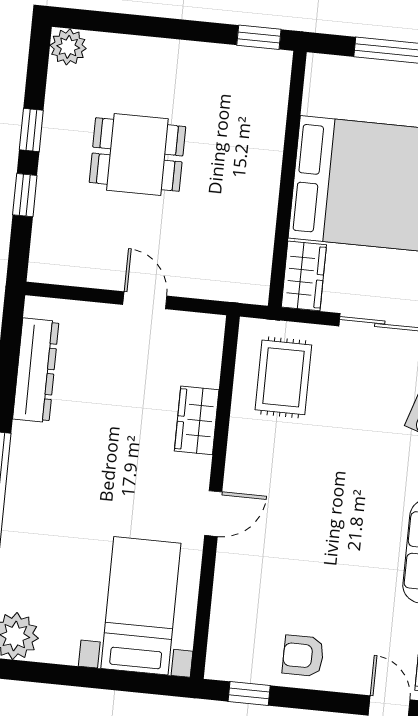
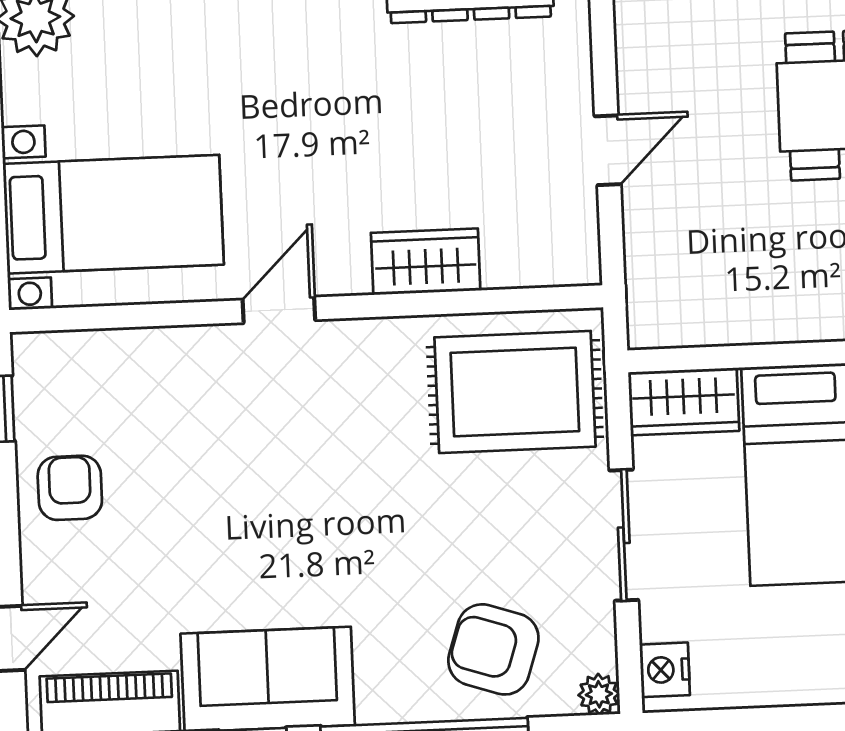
rug: (283, 377) -> (515, 392), width x1.36, depth x1.43
door: (213, 514) -> (279, 310), swing flipped

